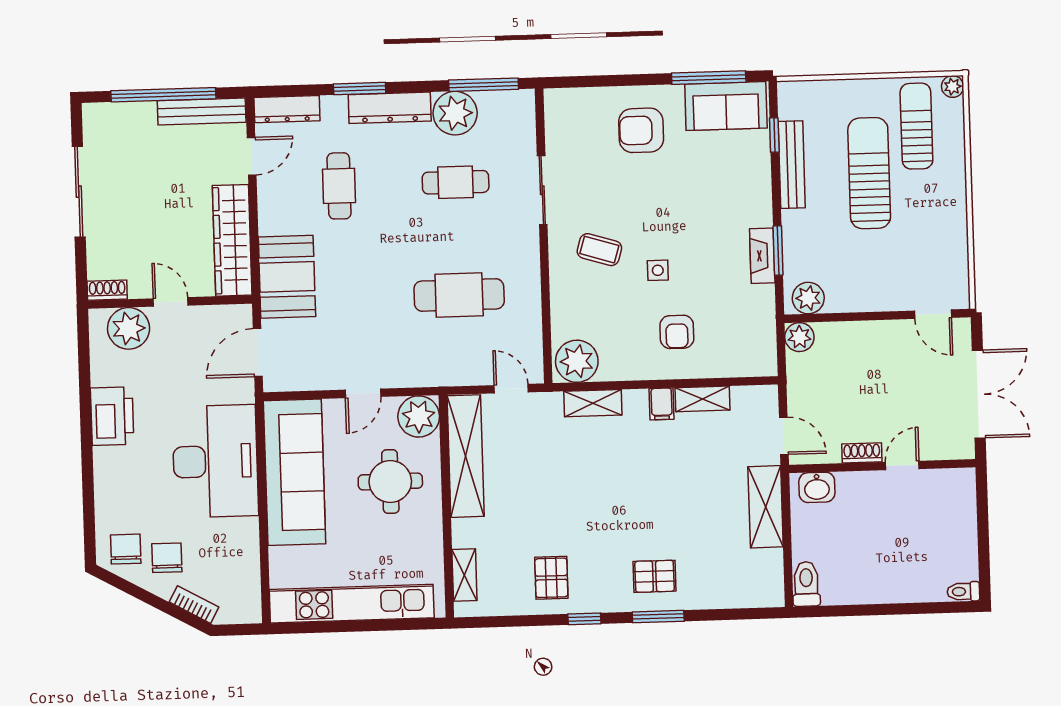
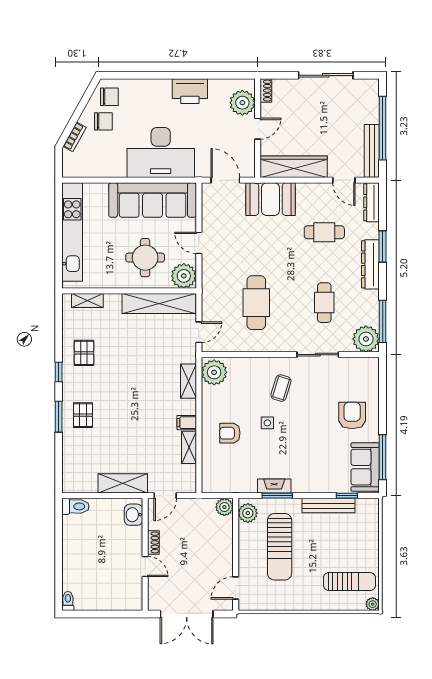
plant: (455, 113) -> (366, 339), moved
sun lounger: (869, 173) -> (280, 547), moved, turned 90
pallet: (551, 578) -> (84, 353), turned 90

